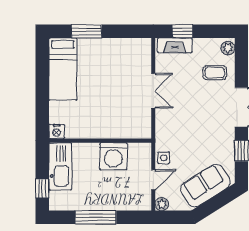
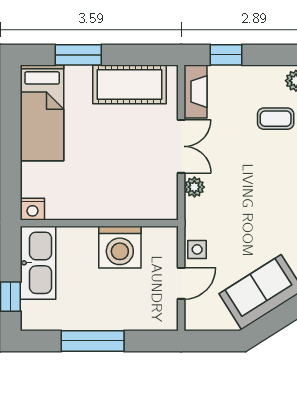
fireplace: (175, 45) -> (196, 92), moved, turned -90
cot: (120, 50) -> (129, 84), added
plant: (162, 204) -> (194, 187), moved

